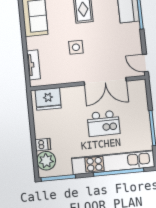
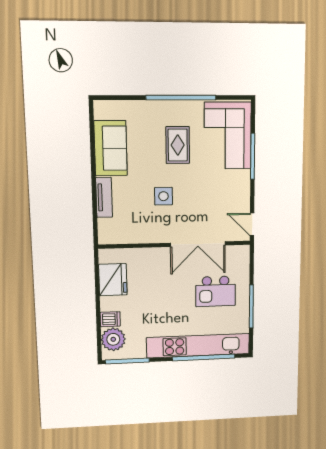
tv unit: (33, 65) -> (104, 197), moved
fridge: (48, 99) -> (113, 280), moved, turned -90
kitchen island: (104, 123) -> (216, 291), moved

